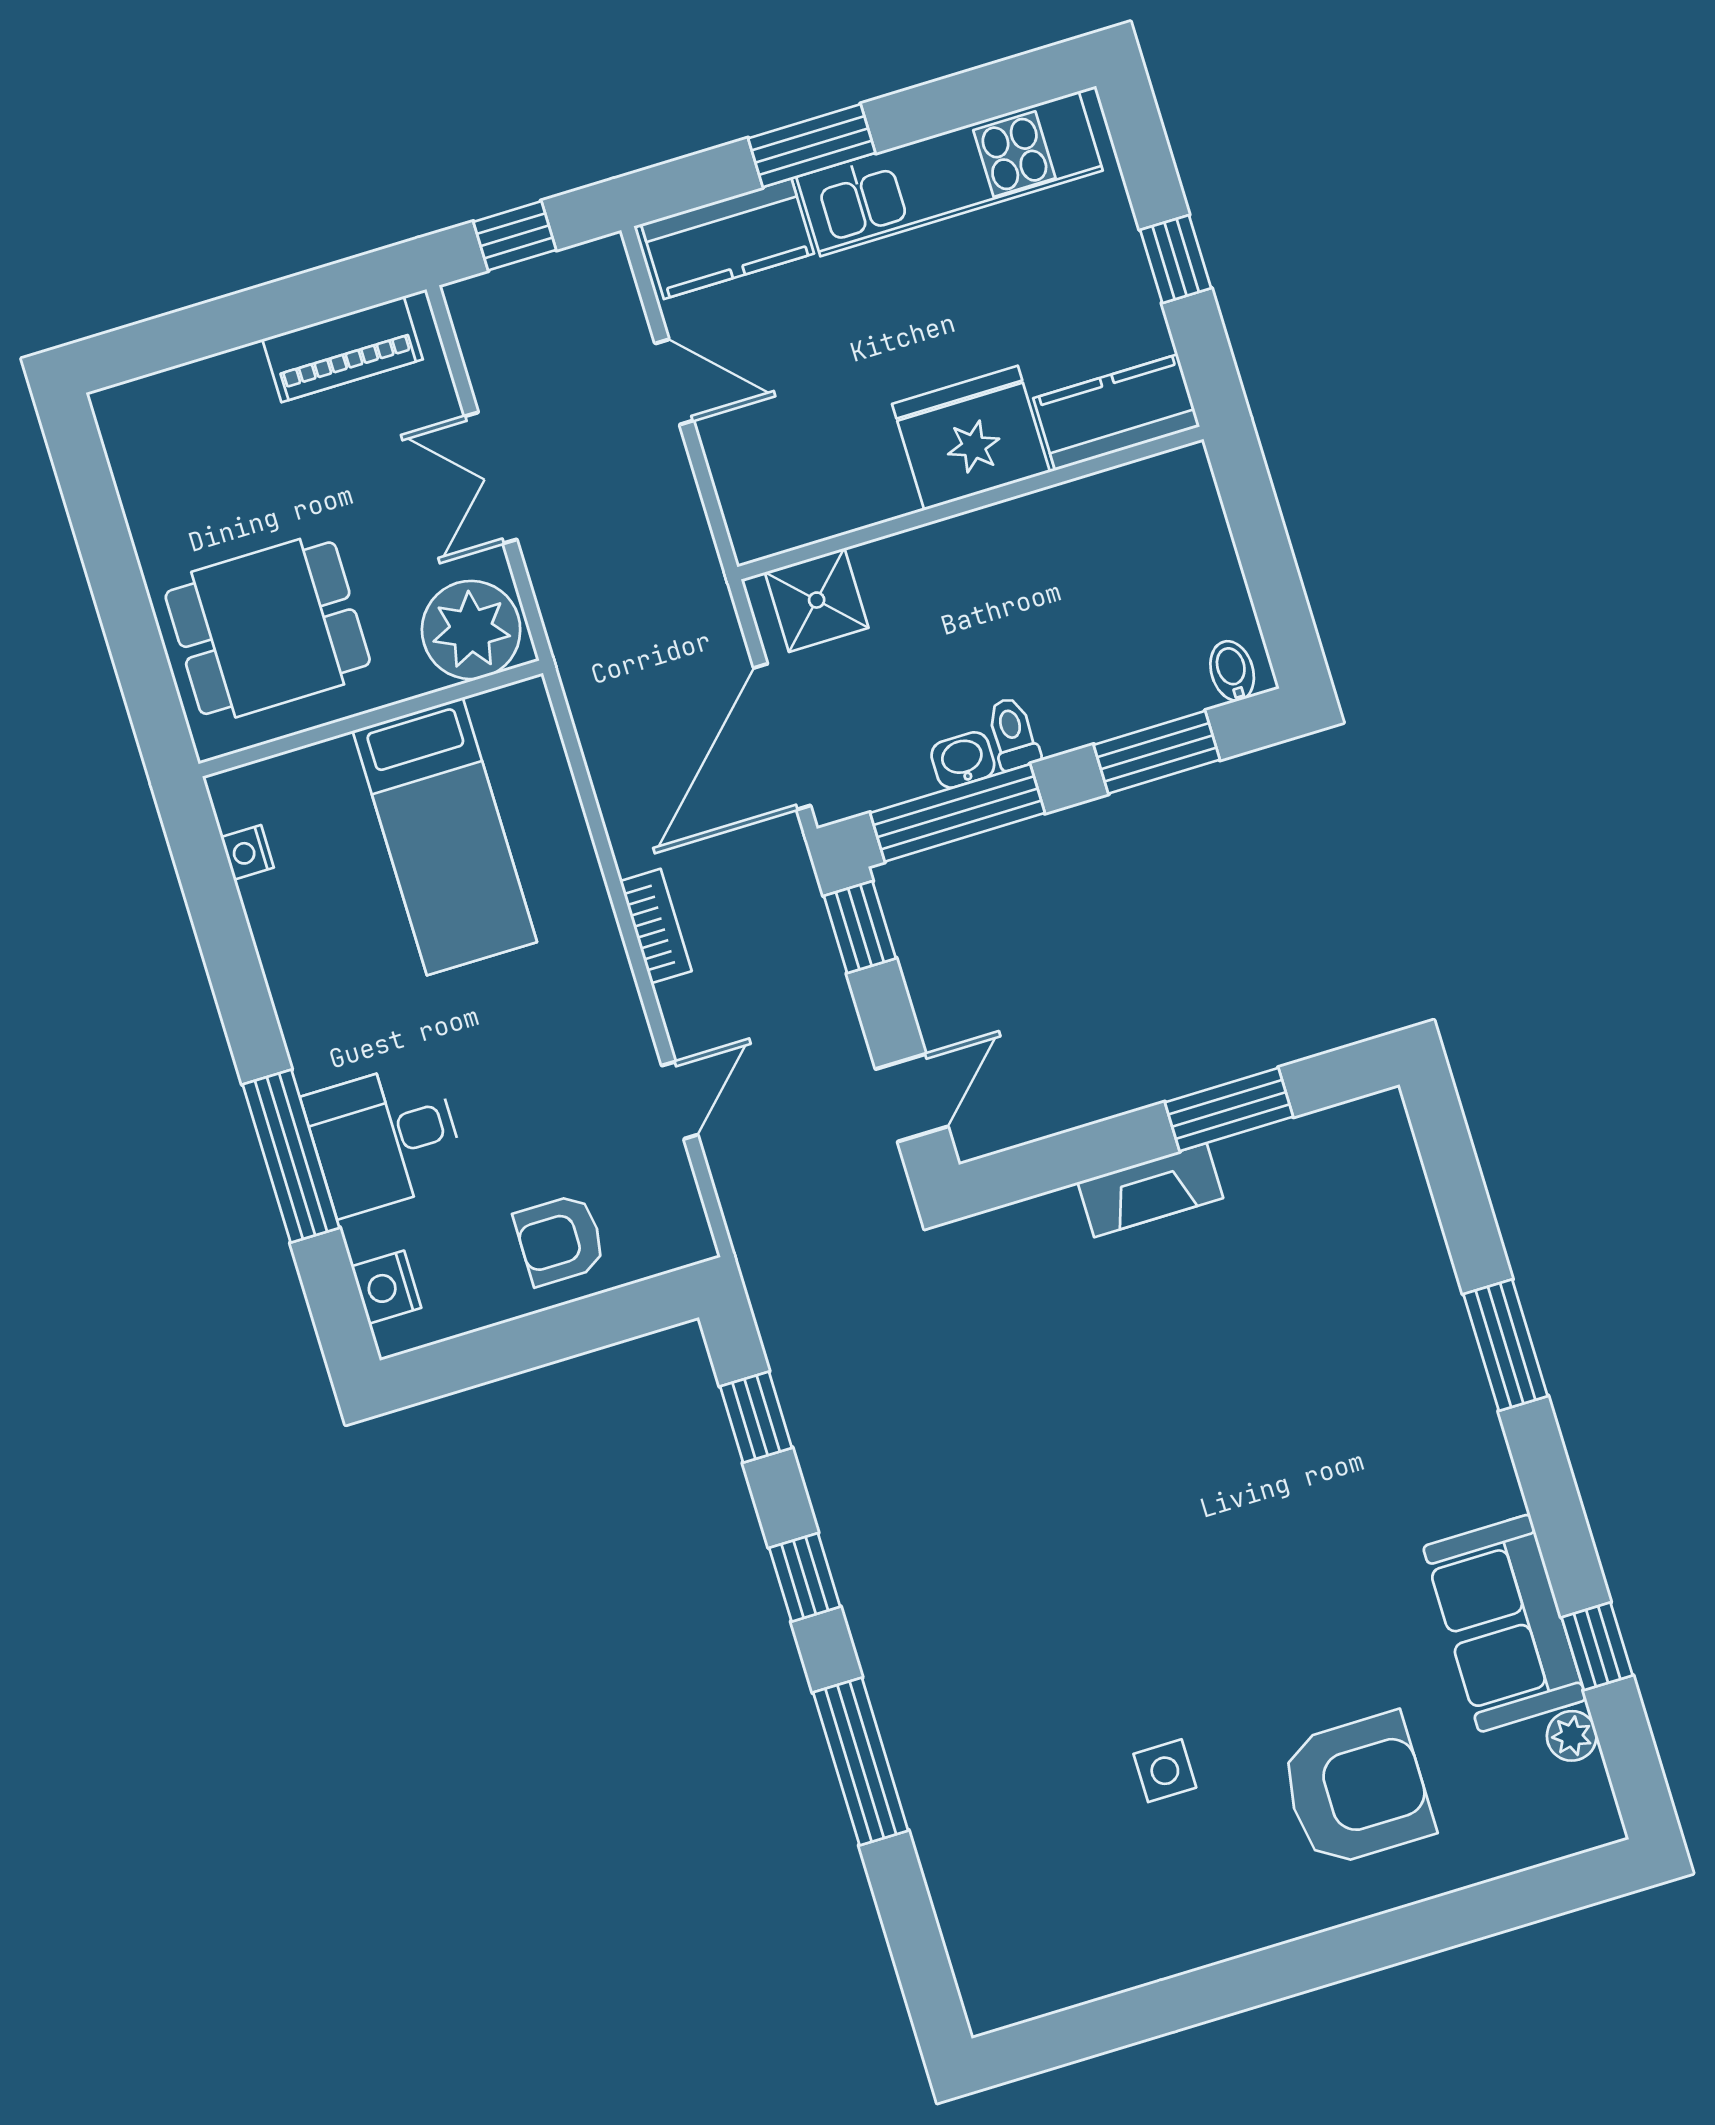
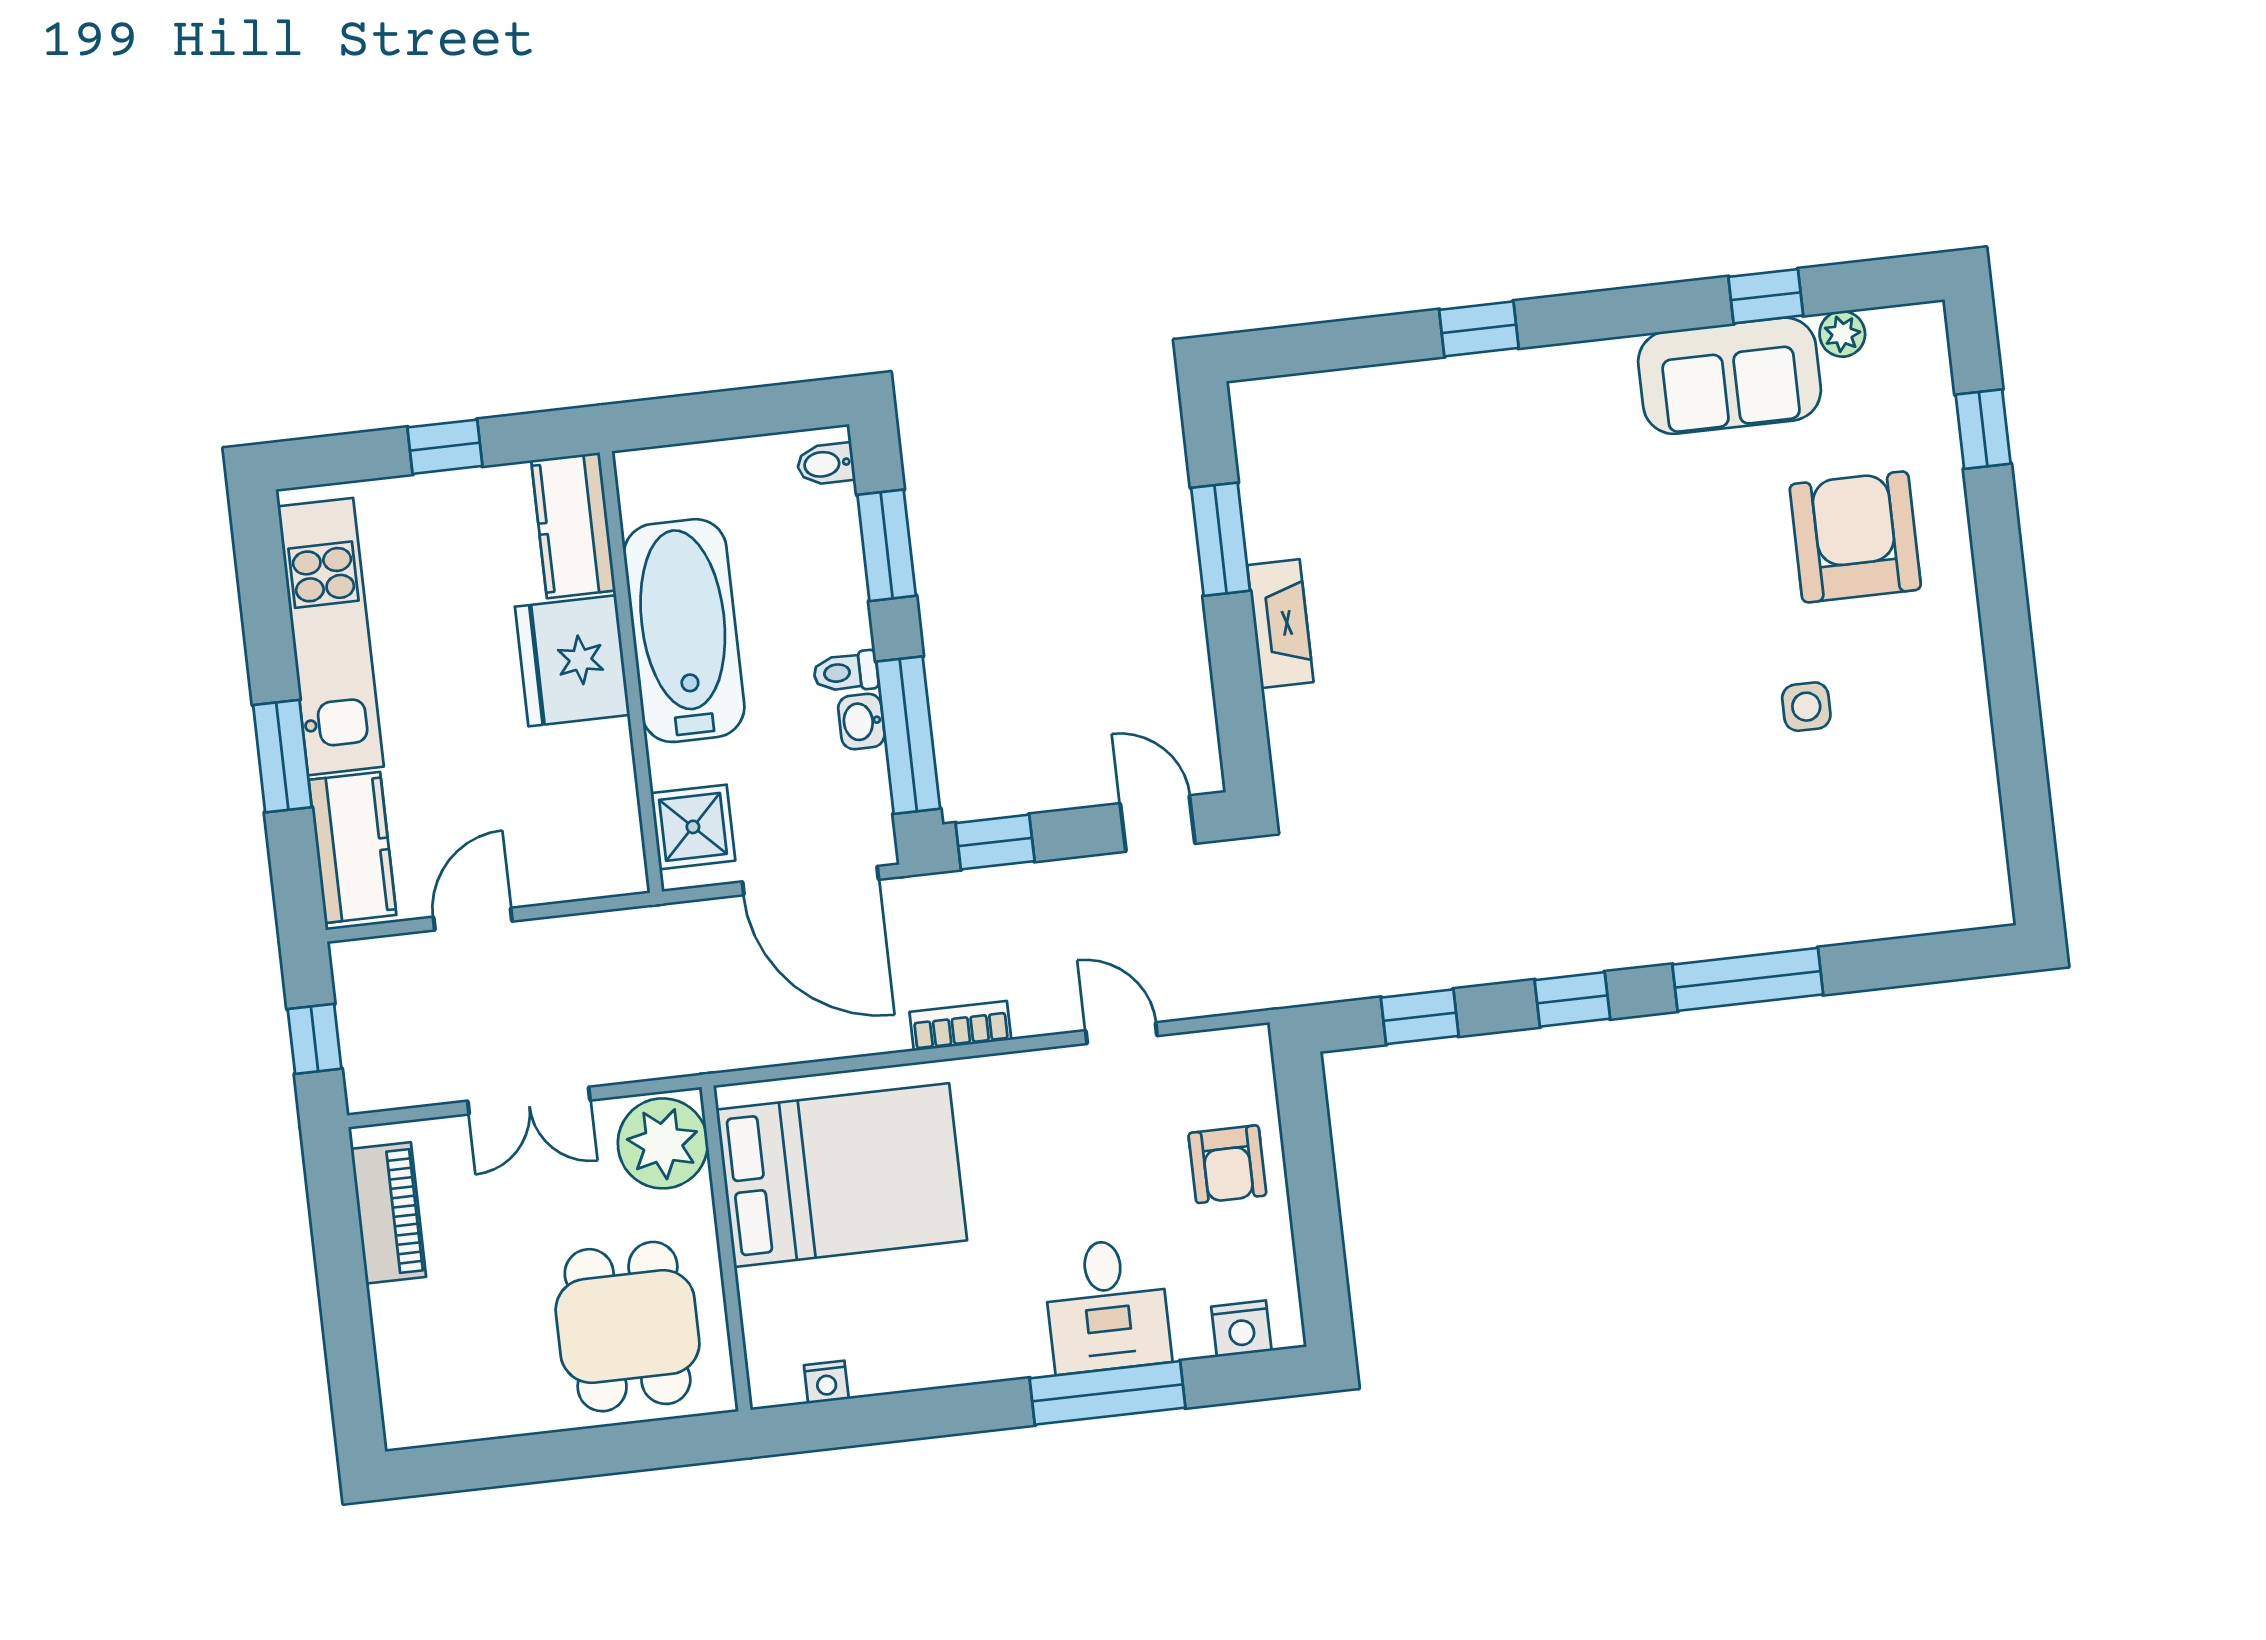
bathtub: (1025, 552) -> (684, 631), added
bed: (445, 836) -> (842, 1175), width x1.50
window: (1506, 1345) -> (1479, 329), width x0.67
window: (1497, 1906) -> (1983, 429), added

